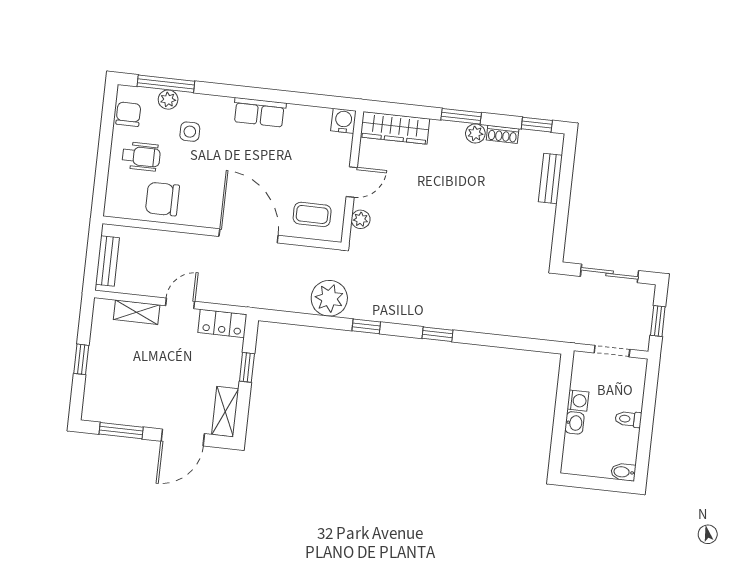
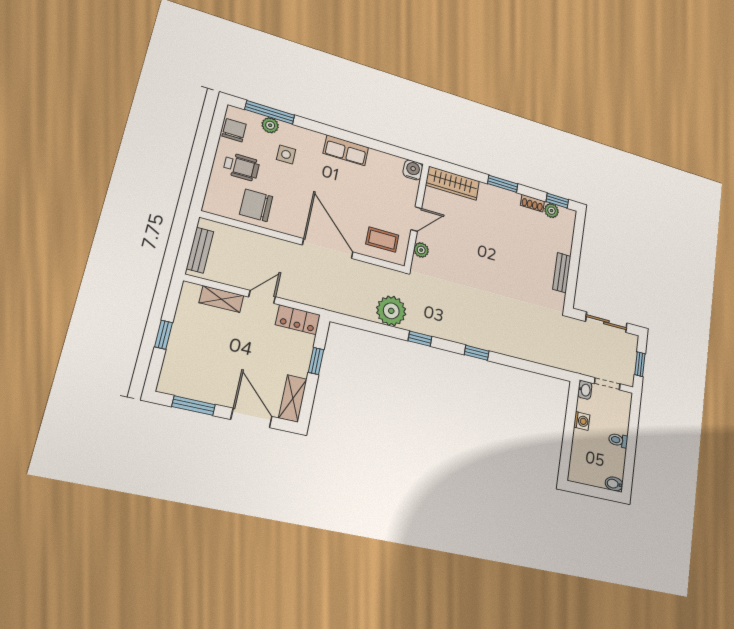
plant: (475, 133) -> (552, 211), moved
bench: (550, 178) -> (562, 273), moved
washbasin: (575, 423) -> (585, 390), moved
door: (183, 437) -> (251, 418), swing flipped

